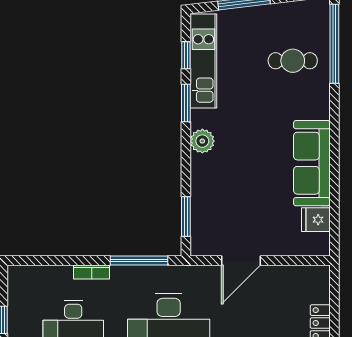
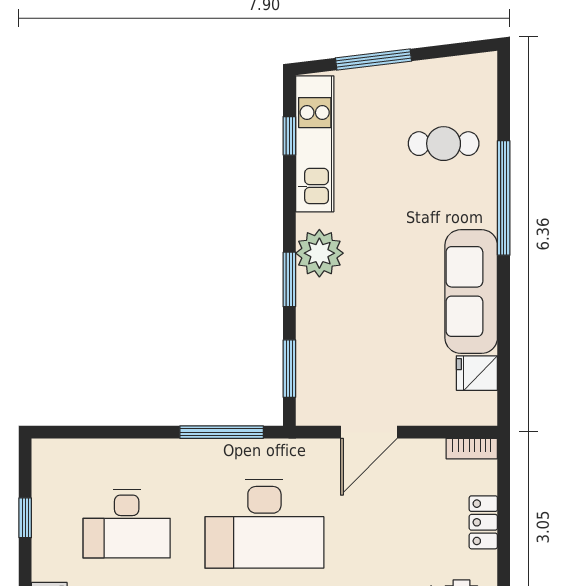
window: (334, 44) -> (504, 198), moved
window: (186, 103) -> (289, 279), moved
plant: (202, 141) -> (319, 253), width x1.36, depth x1.36
bookcase: (92, 272) -> (472, 449), moved

